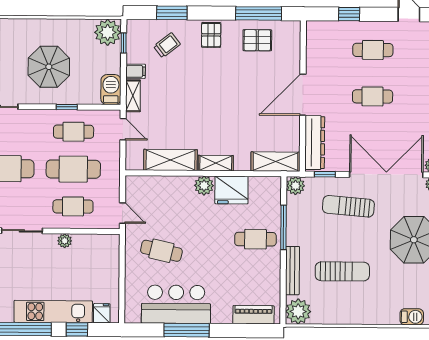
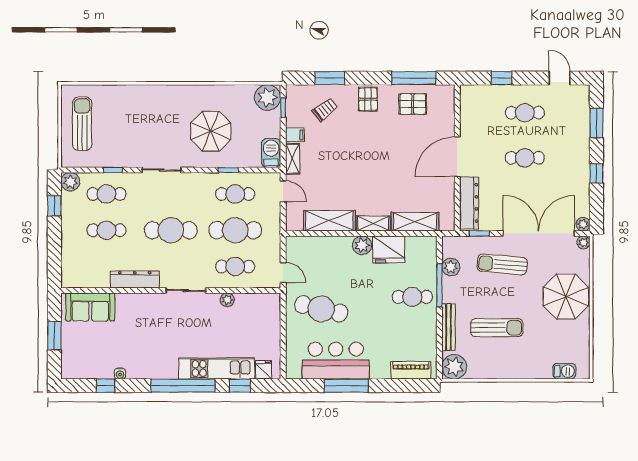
shelving: (276, 162) -> (415, 222), moved
plant: (295, 186) -> (451, 267), moved
cafe table: (161, 251) -> (321, 309), width x1.37, depth x1.35

